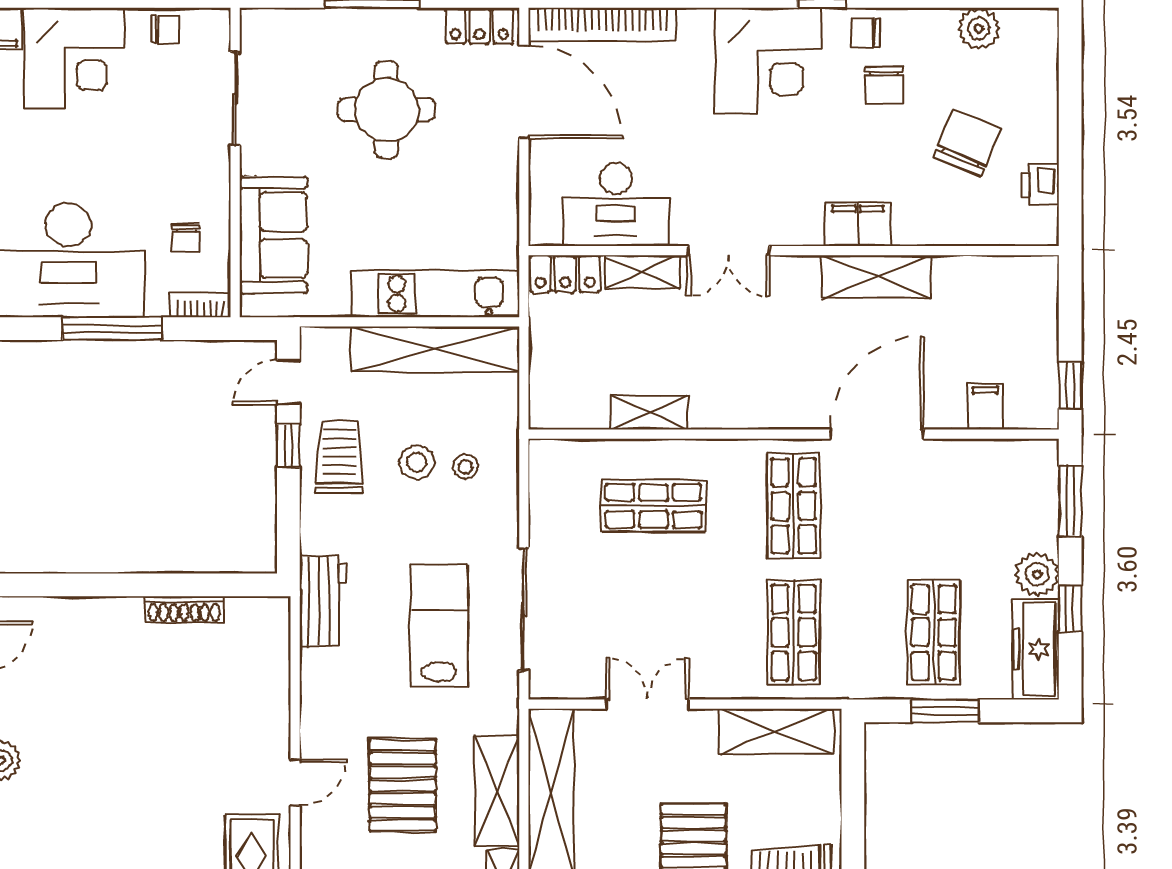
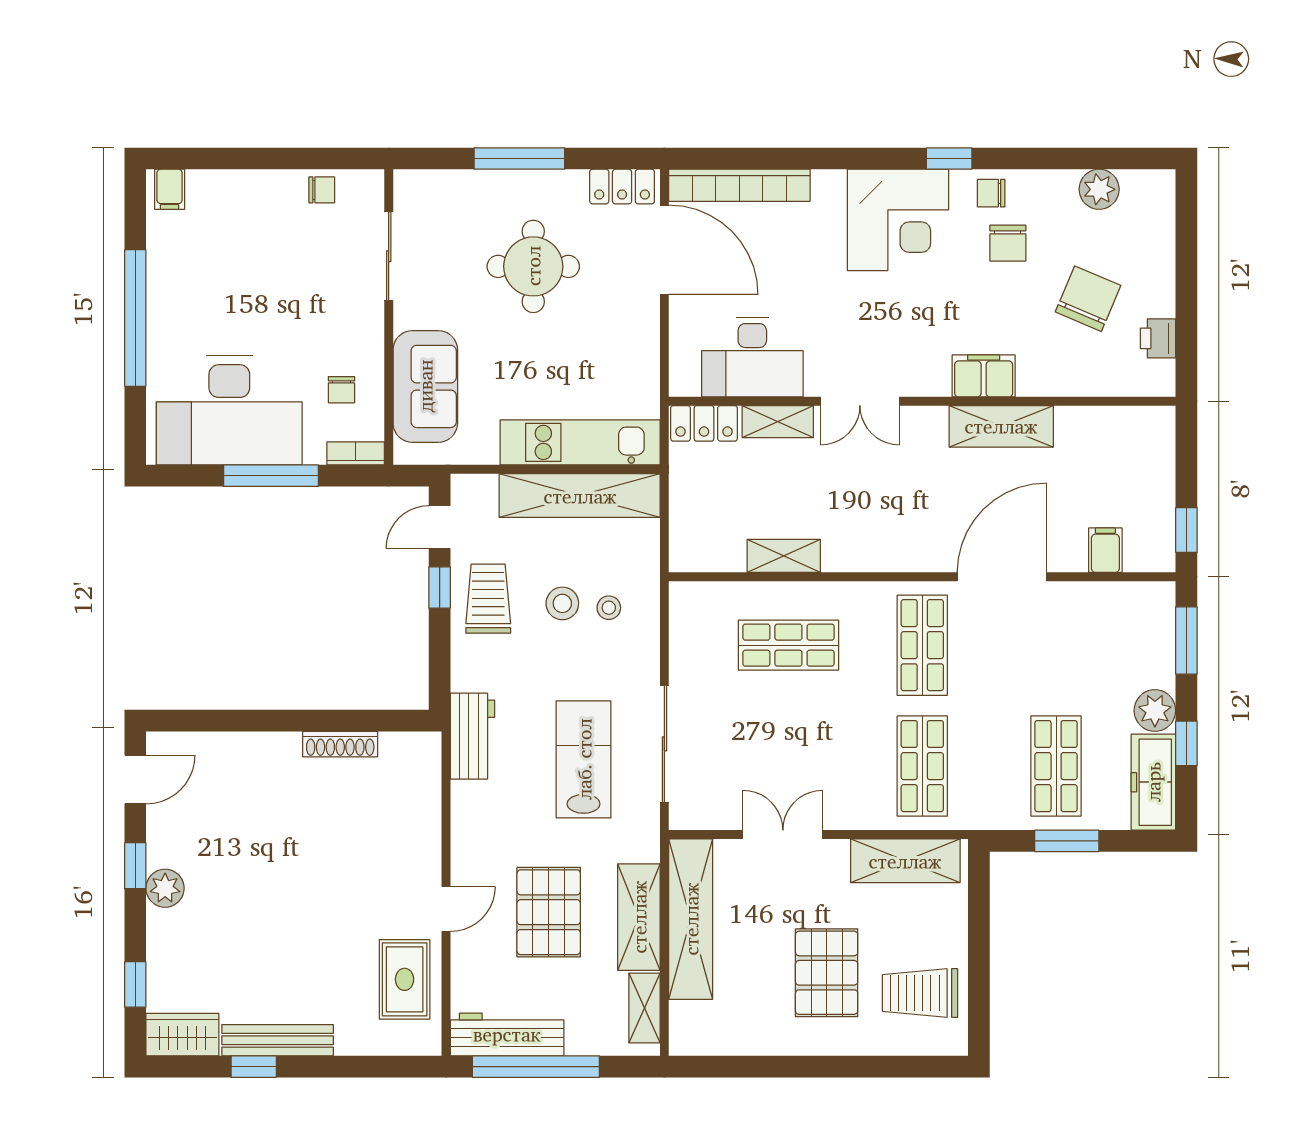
corner desk: (75, 58) -> (235, 217), removed

